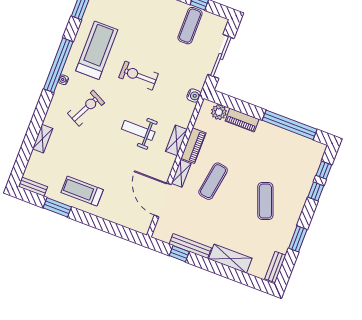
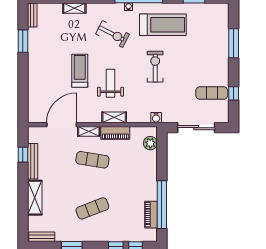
piano: (242, 120) -> (151, 215), moved
treadmill: (82, 191) -> (80, 71), moved

